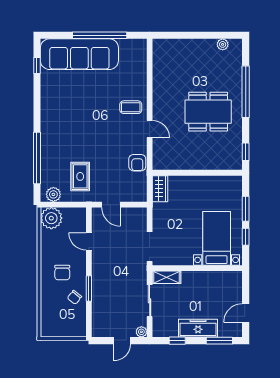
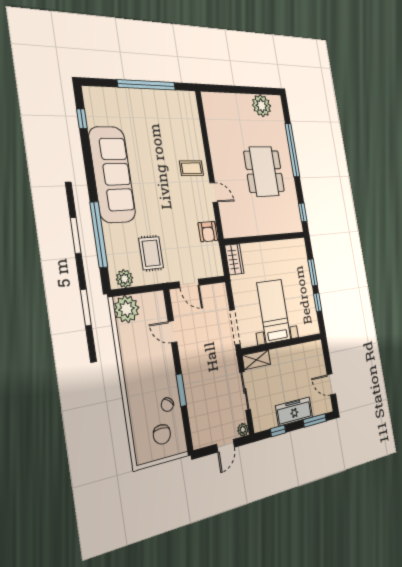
plant: (223, 44) -> (262, 106), width x1.88, depth x1.88
sofa: (79, 54) -> (112, 174), moved, turned -90
dining table: (208, 112) -> (264, 171), turned 90
bed with nightstands: (217, 238) -> (274, 311), moved
chair: (62, 273) -> (162, 434), moved
door: (246, 313) -> (331, 384), hinge flipped

